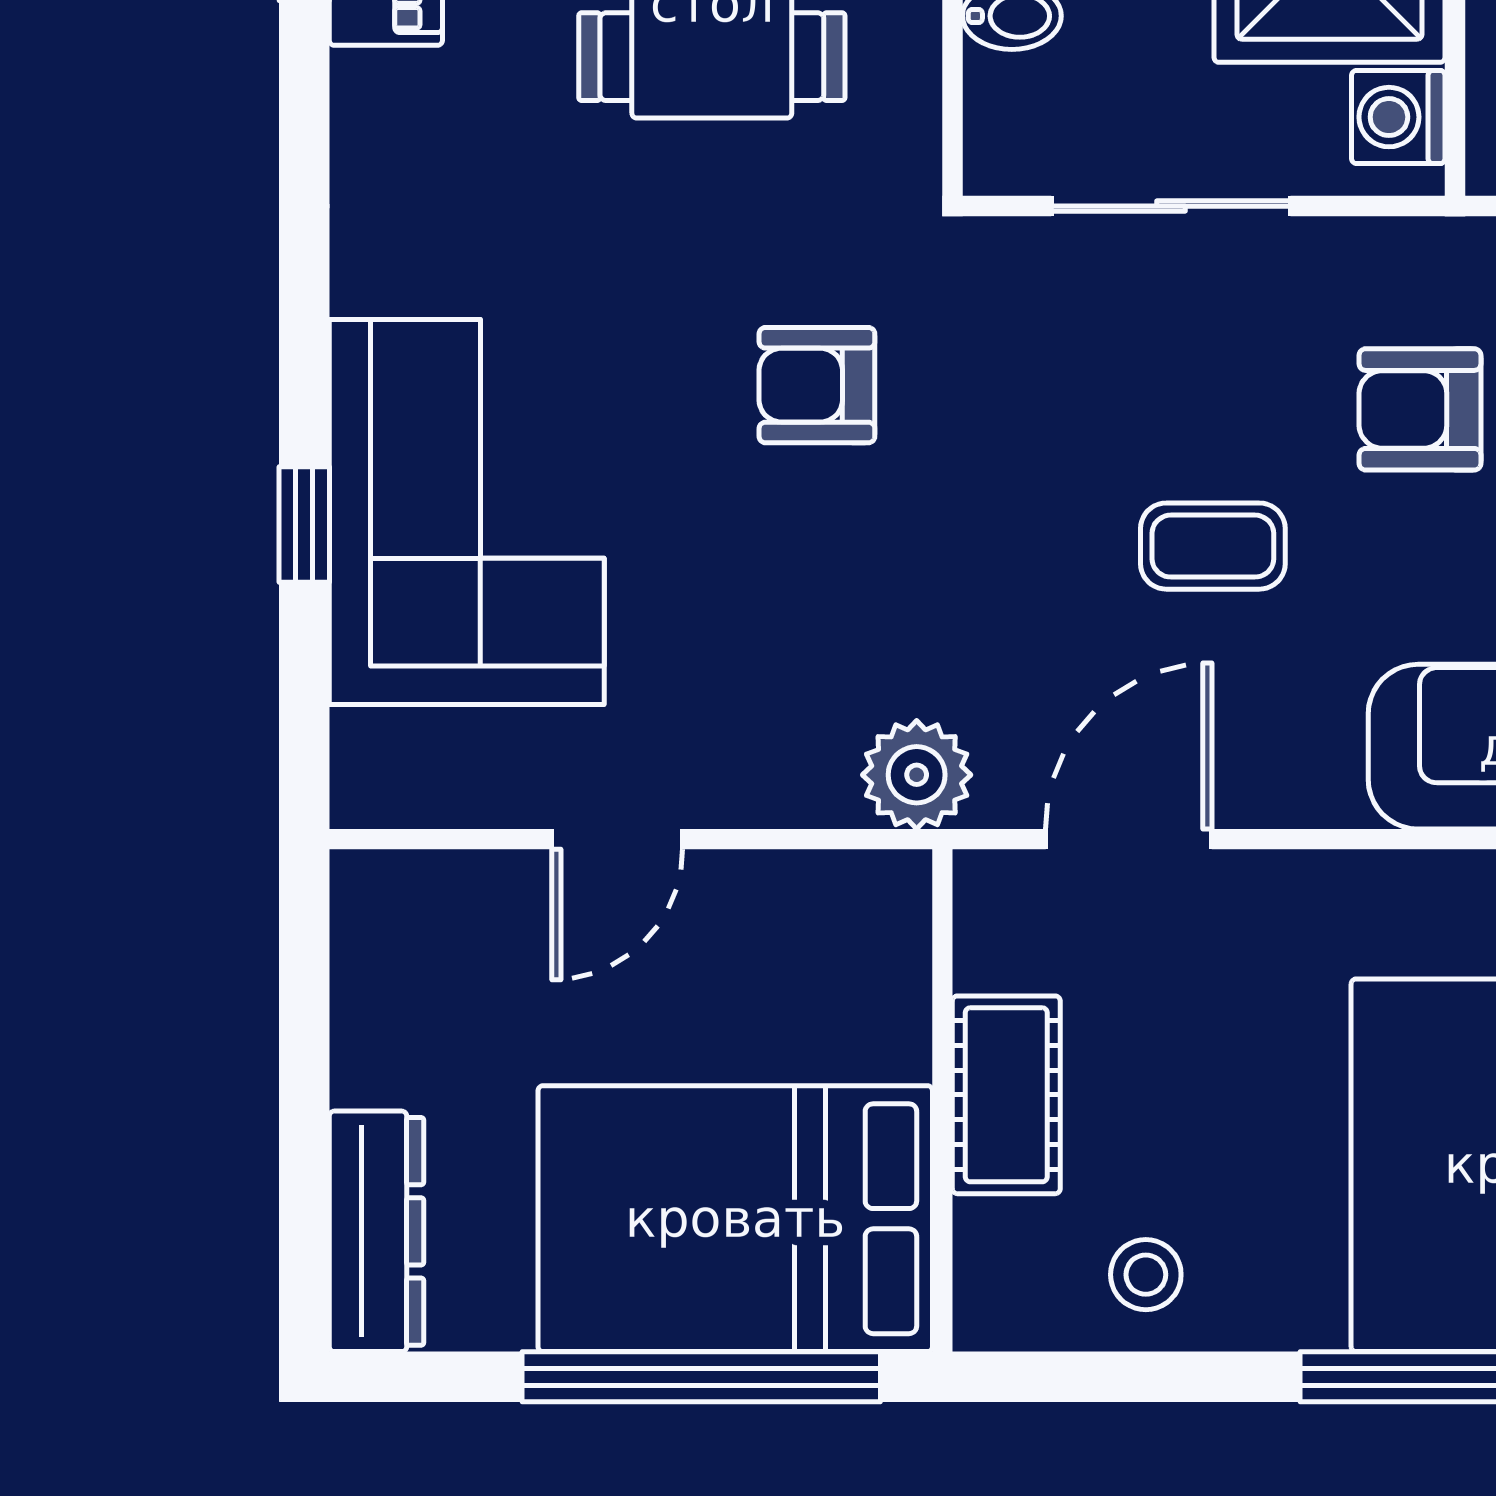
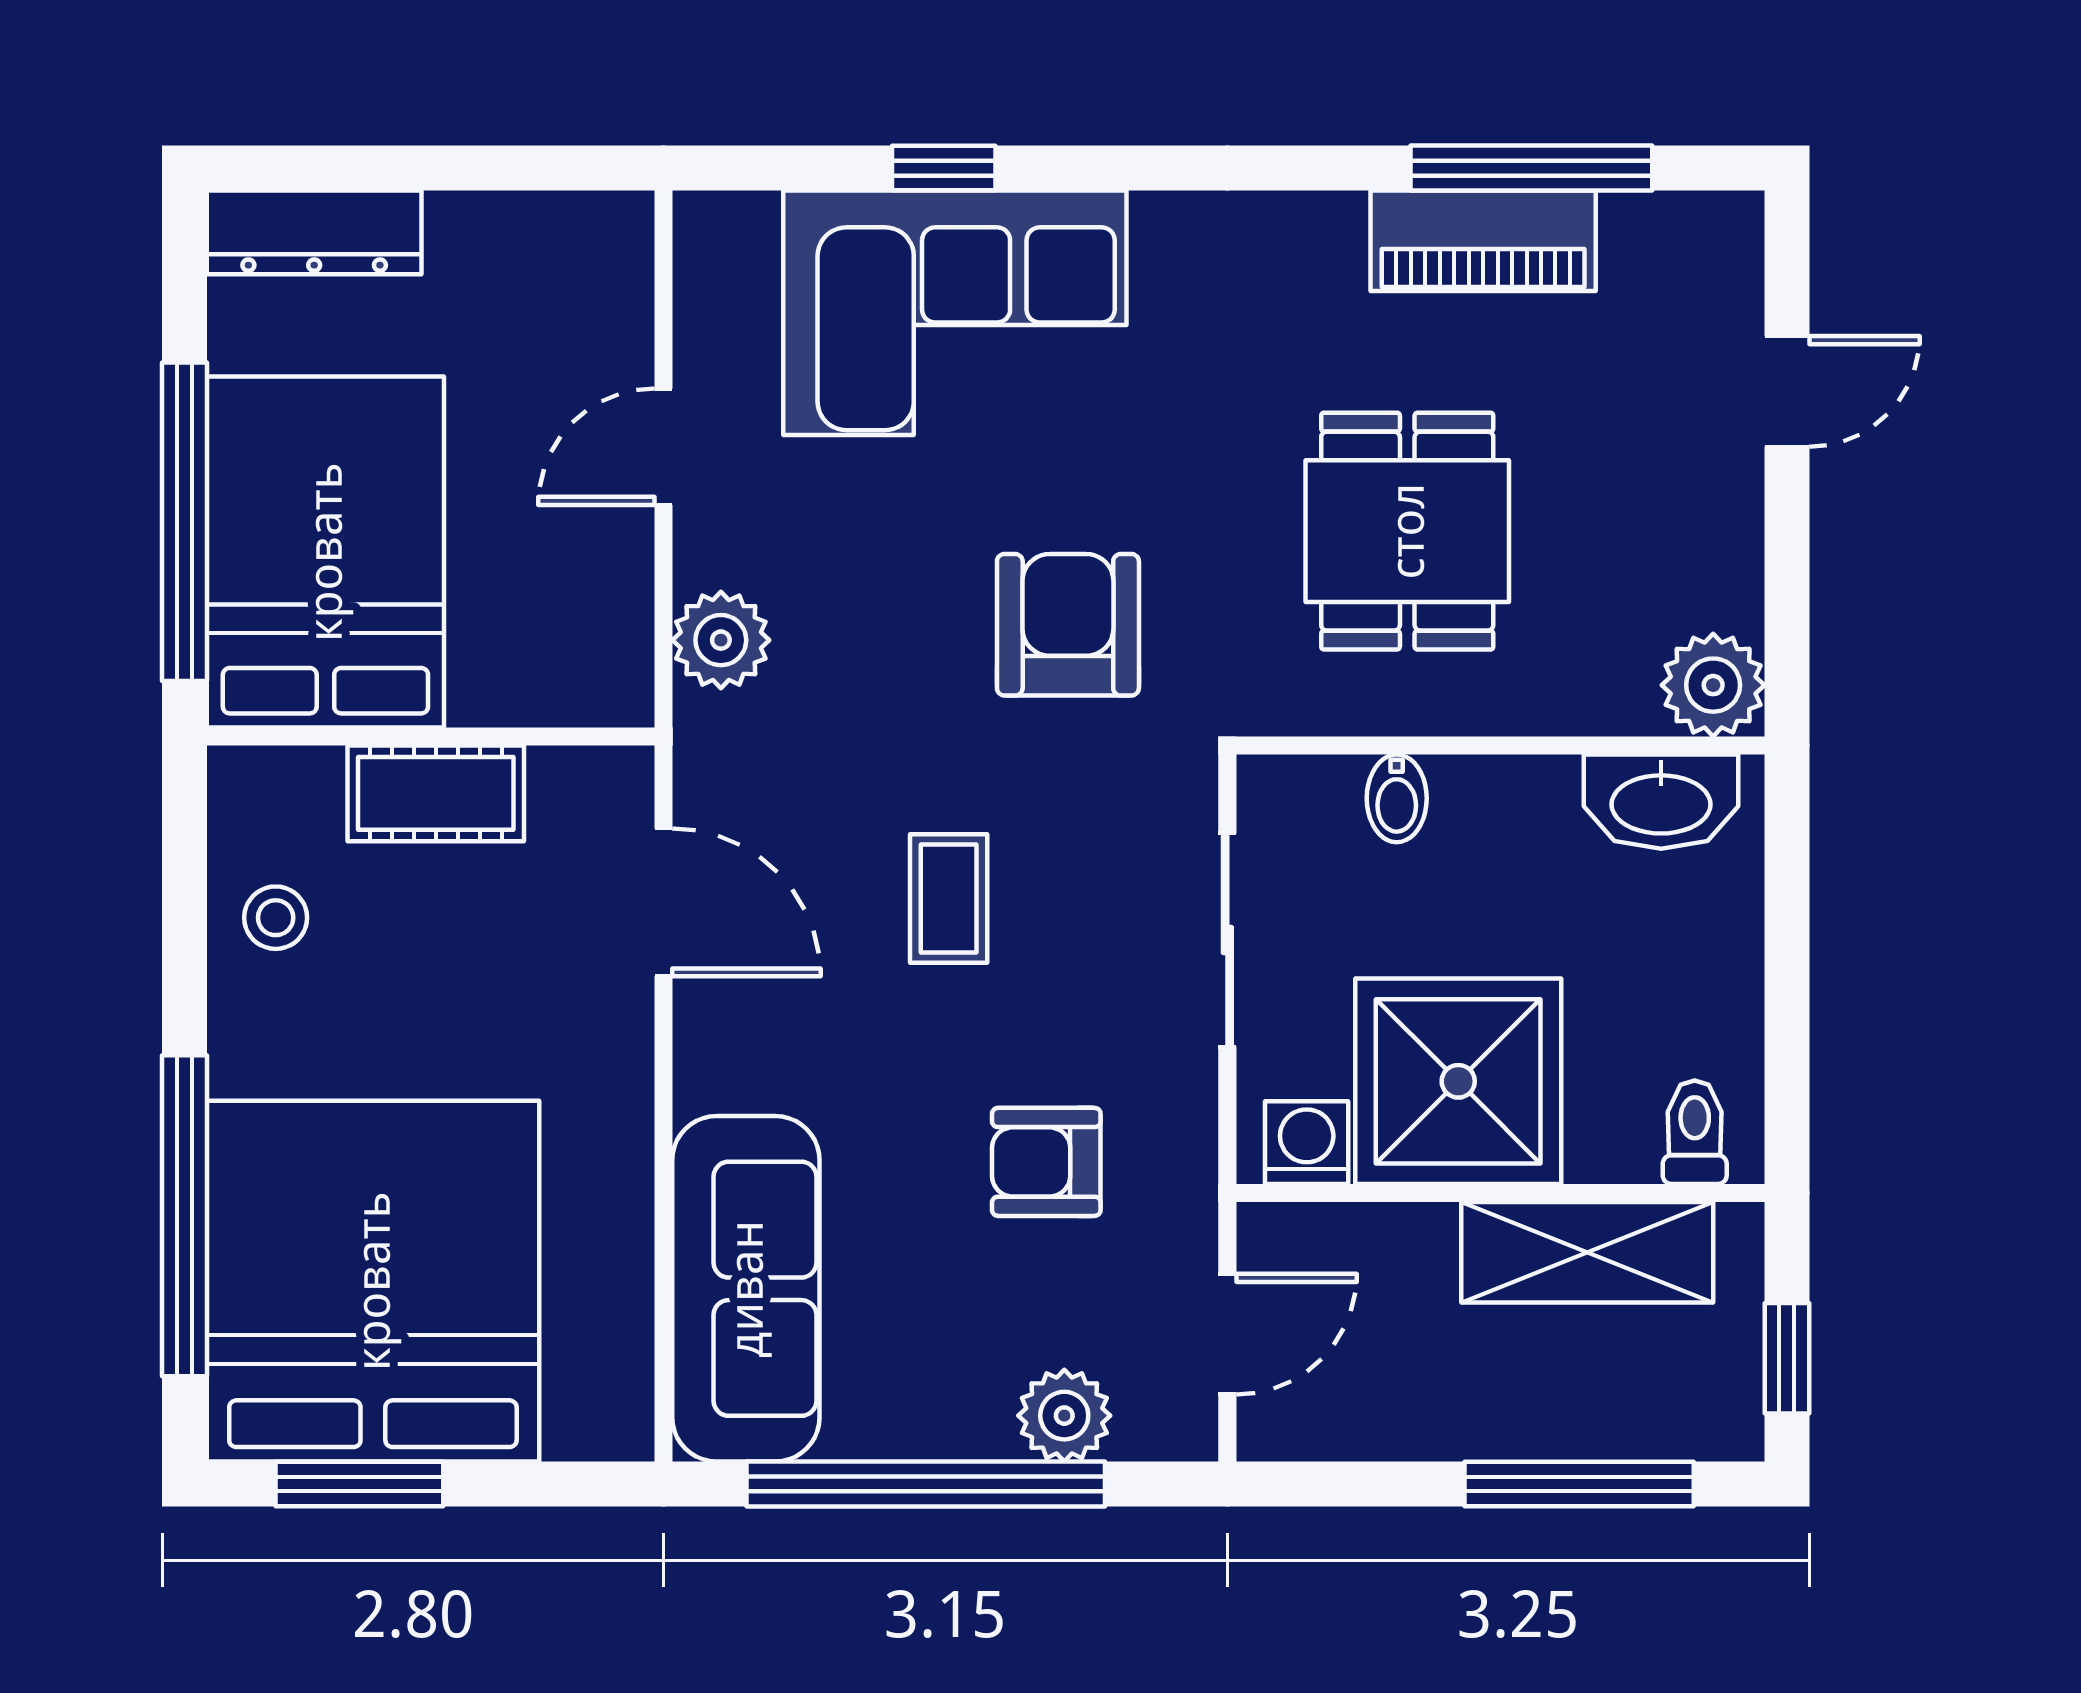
armchair: (817, 385) -> (1068, 625), width x1.38, depth x1.38
armchair: (1420, 409) -> (1046, 1162), turned -90
coffee table: (1213, 546) -> (949, 899), moved
plant: (917, 775) -> (721, 640), moved
door: (617, 839) -> (663, 447), hinge flipped

